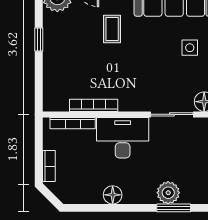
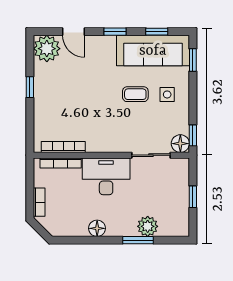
coffee table: (112, 29) -> (135, 94), moved, turned 90
bookcase: (94, 105) -> (63, 147), moved
window: (174, 208) -> (138, 240), moved

